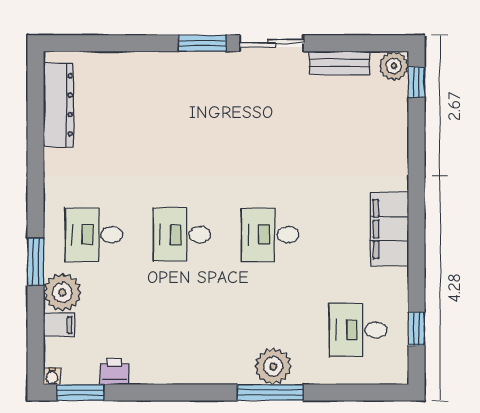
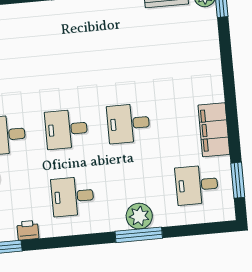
filing cabinet: (389, 229) -> (214, 130), moved
window: (416, 329) -> (238, 180), width x1.50
desk: (182, 330) -> (73, 196), added

